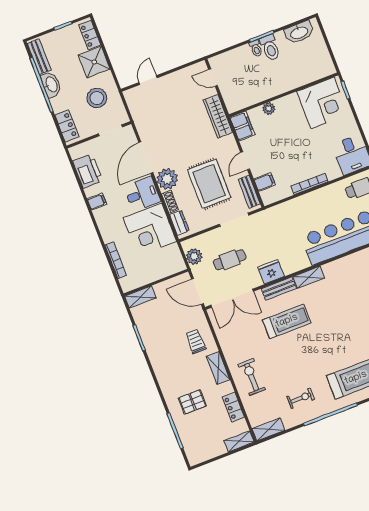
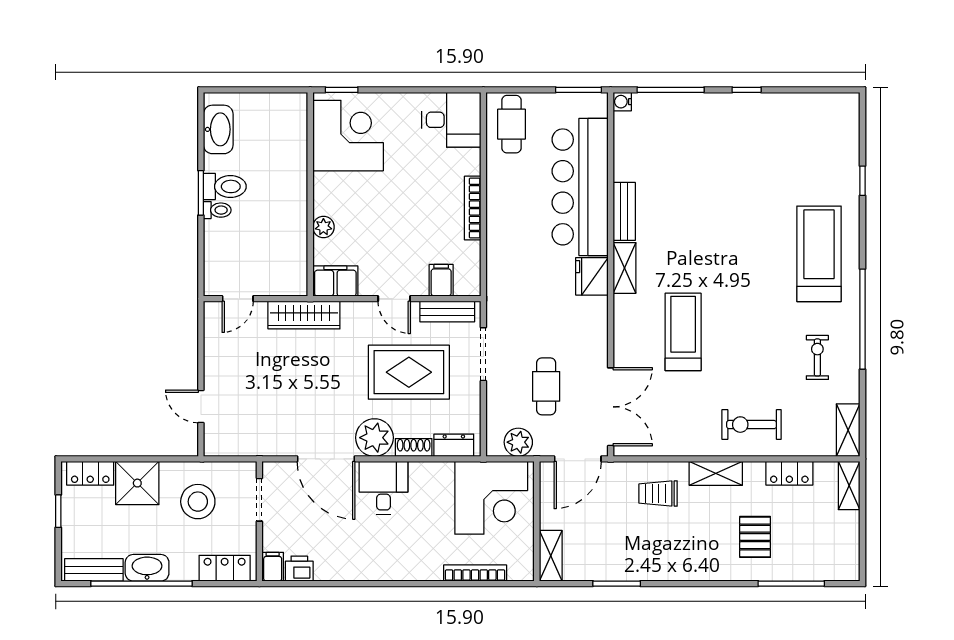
printer: (88, 171) -> (299, 569), width x0.53, depth x0.68
filing cabinet: (97, 202) -> (273, 567), moved
corner desk: (150, 230) -> (491, 498), moved
fridge: (271, 272) -> (592, 276), moved
bench: (279, 289) -> (624, 211), moved

